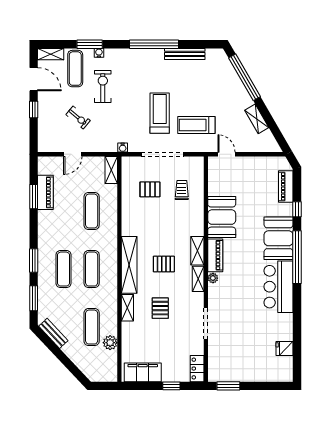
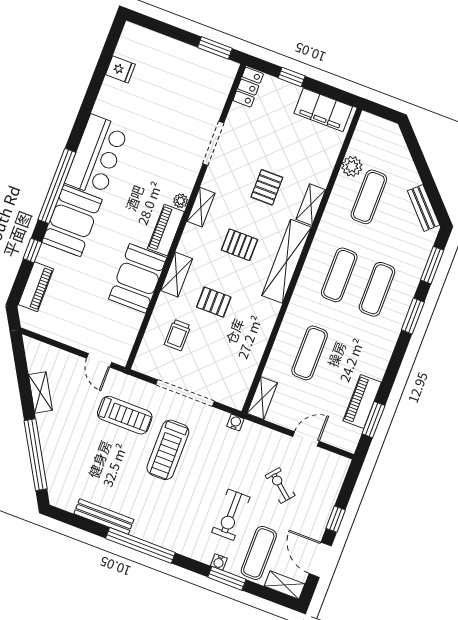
pallet: (150, 189) -> (214, 302), moved
window: (34, 197) -> (373, 420), moved
shelving: (197, 251) -> (177, 275), moved

